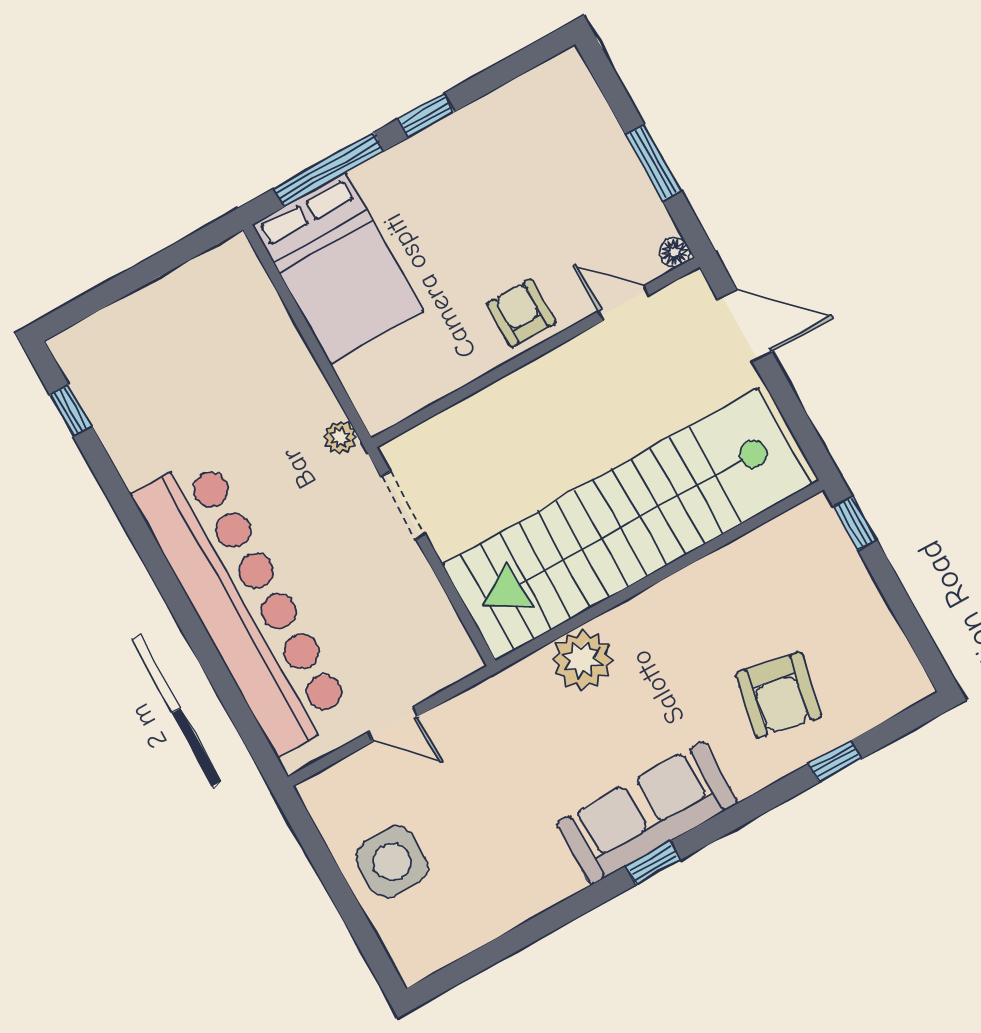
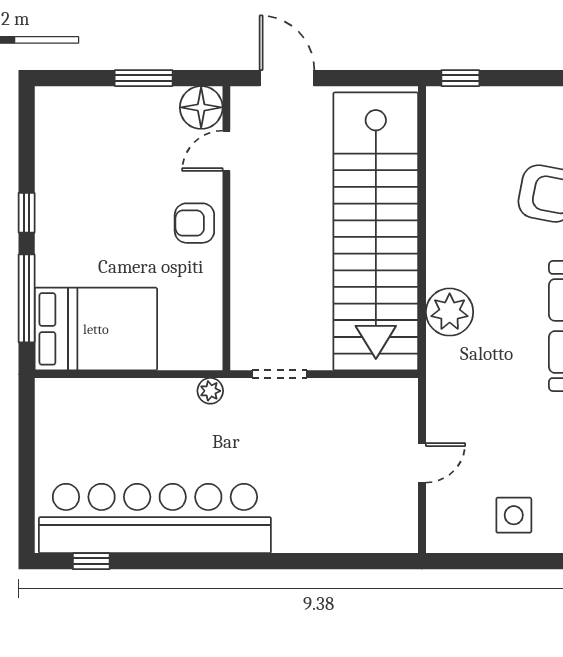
floor lamp: (675, 252) -> (201, 107), width x1.89, depth x1.89
door: (745, 326) -> (287, 78), hinge flipped
bar counter: (243, 605) -> (155, 518), moved
side table: (392, 862) -> (514, 515), width x0.73, depth x0.73

